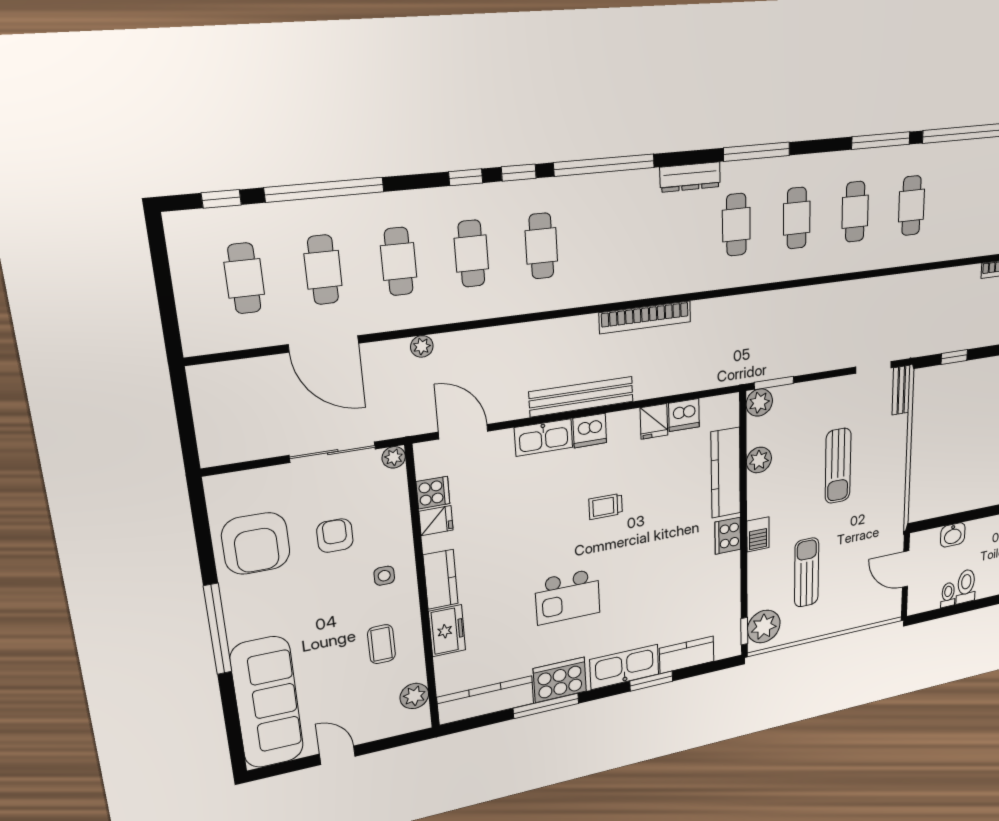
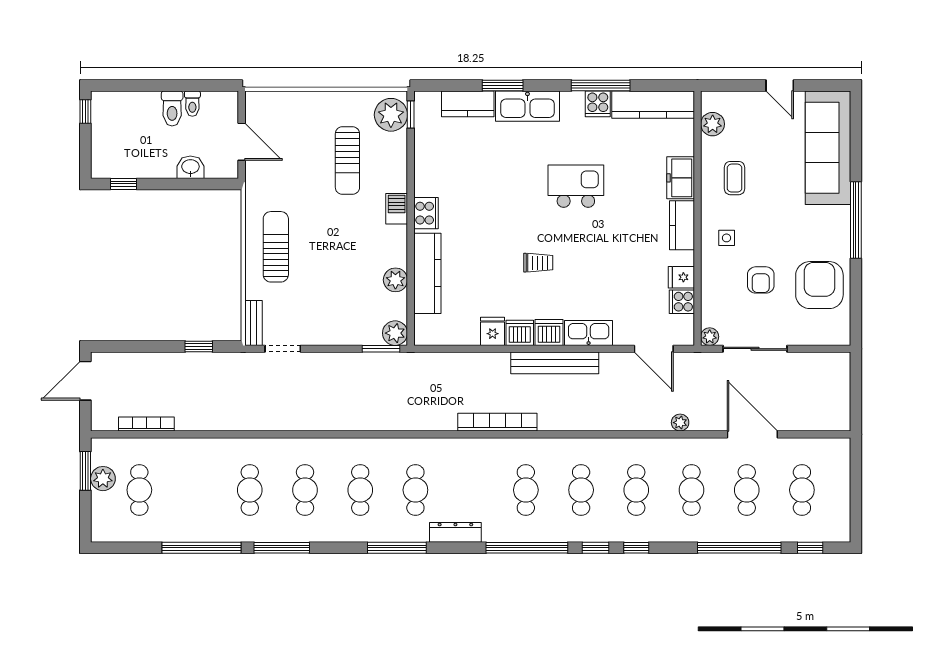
cafe table: (609, 239) -> (526, 490), added
dishwasher: (684, 415) -> (520, 333), moved
sun lounger: (838, 466) -> (276, 247), moved
cooker: (560, 680) -> (598, 104), width x0.53, depth x0.76

